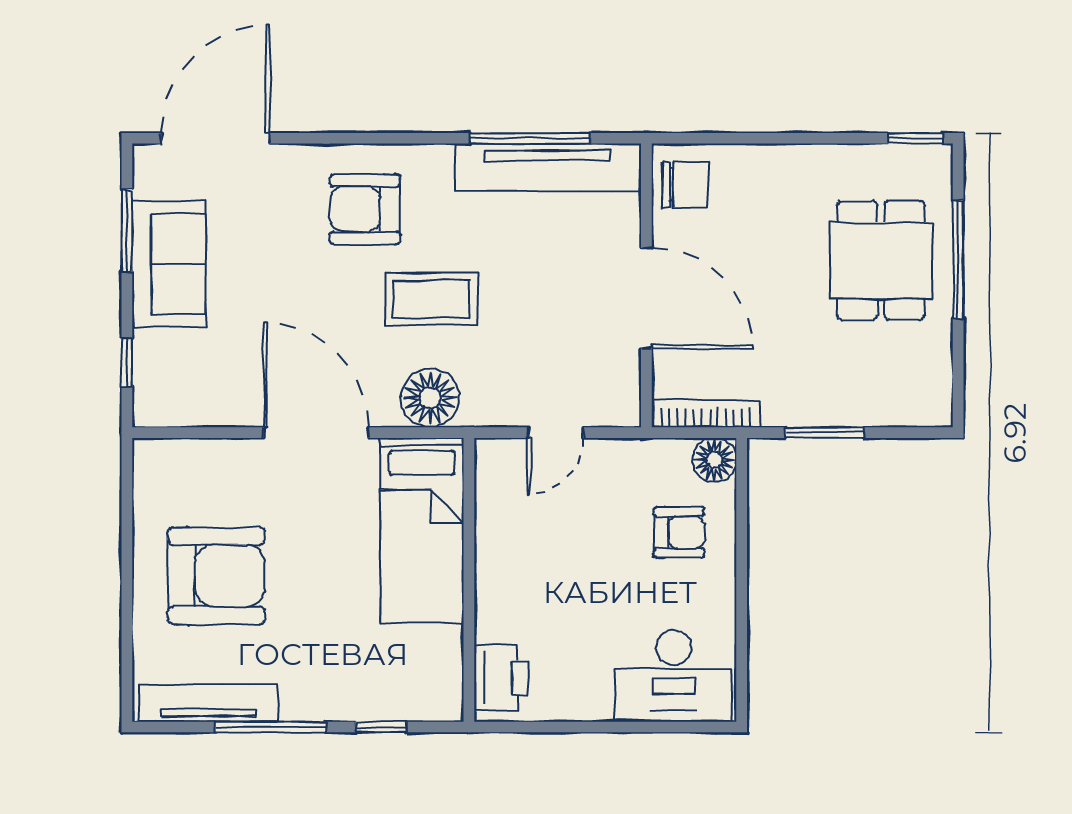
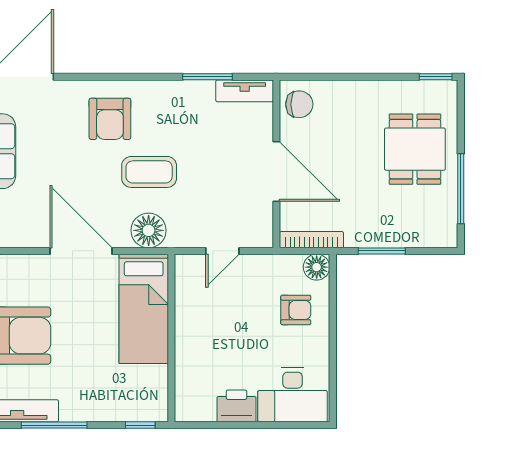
window: (530, 138) -> (208, 77), width x0.69
tv unit: (548, 167) -> (245, 91), width x0.52, depth x0.78
armchair: (365, 209) -> (110, 119), turned -90
window: (958, 260) -> (461, 189), moved
printer: (501, 678) -> (237, 406), moved, turned -90
window: (381, 727) -> (140, 425), moved

